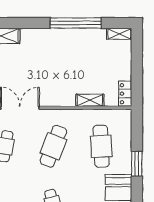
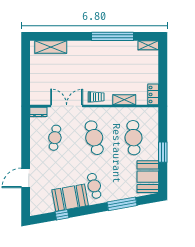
trolley: (56, 97) -> (96, 97), added
cafe table: (53, 146) -> (94, 138), turned -36

